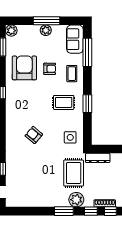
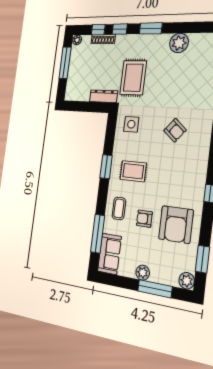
window: (46, 21) -> (155, 289), moved
plant: (76, 200) -> (179, 43), moved

